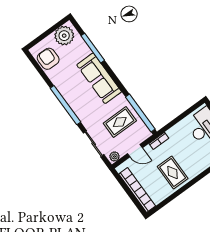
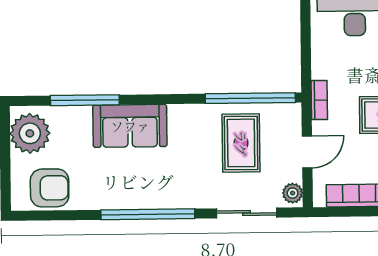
armchair: (48, 59) -> (50, 188), turned 180
sofa: (99, 78) -> (130, 126), width x0.73

